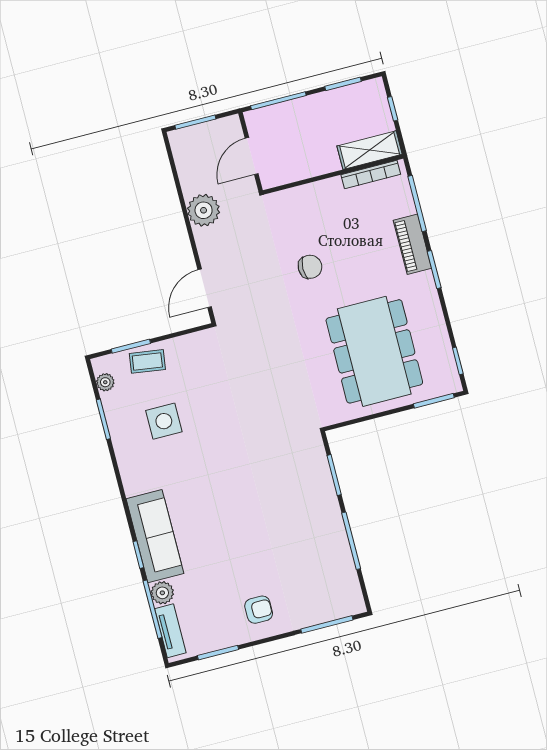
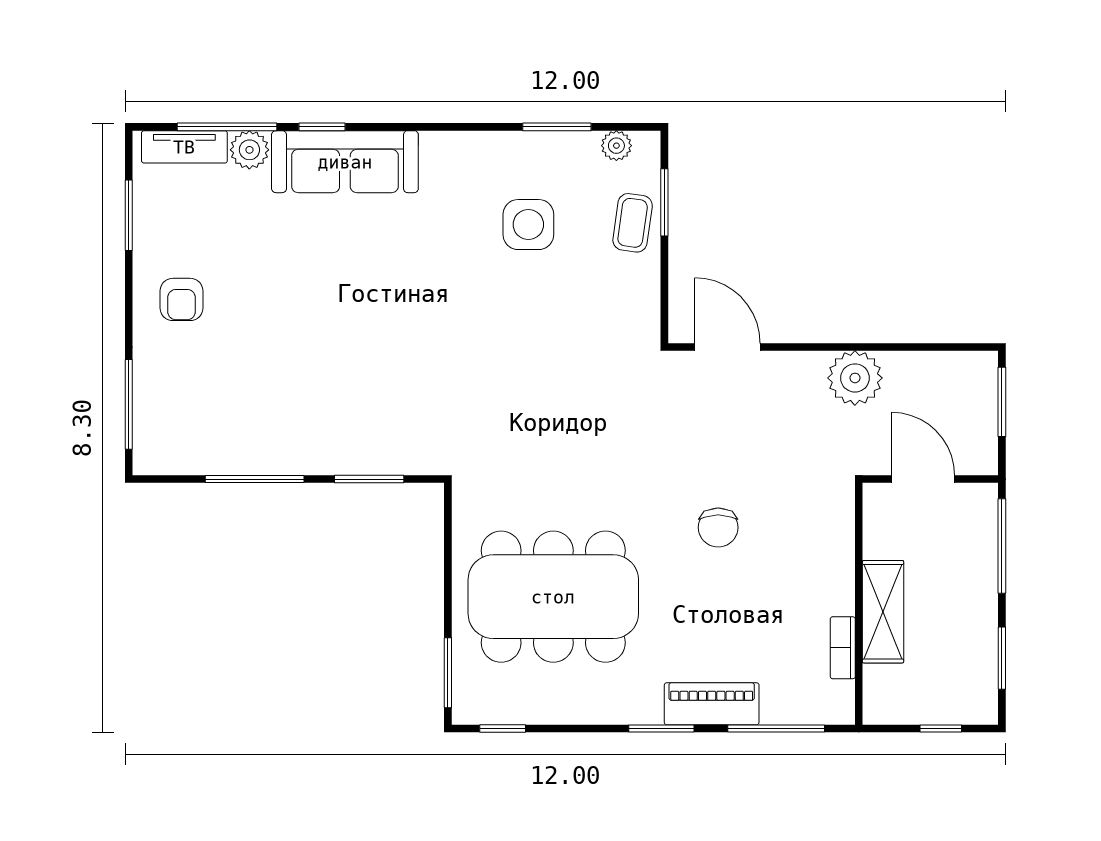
shelving: (370, 150) -> (883, 612), moved
bookcase: (371, 175) -> (843, 648), width x0.64

